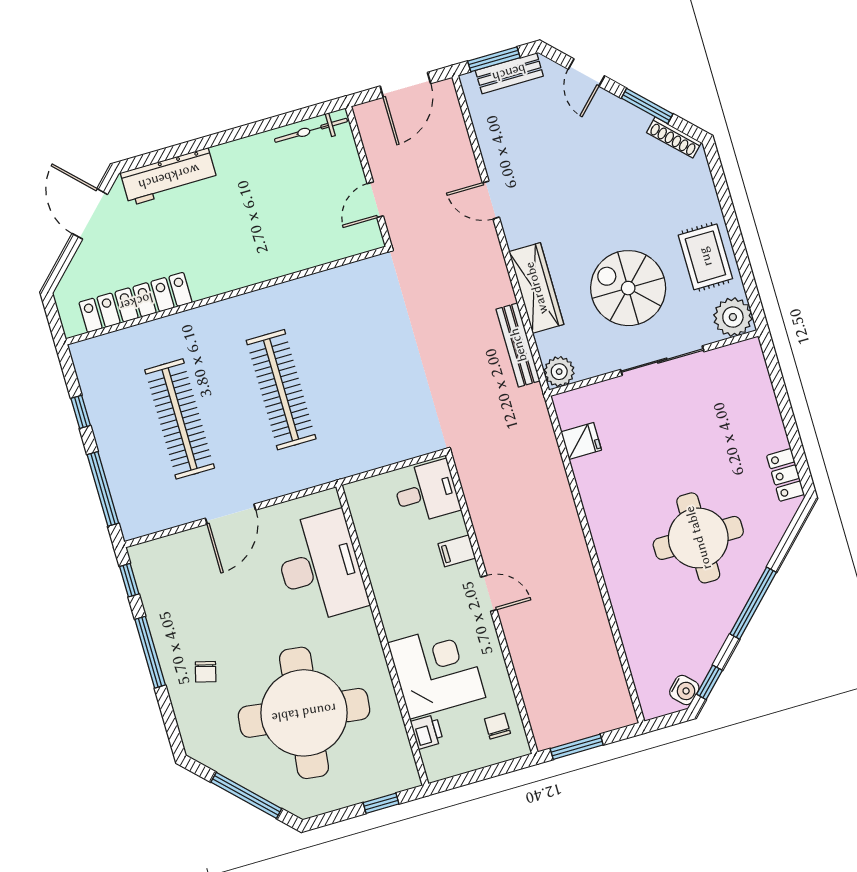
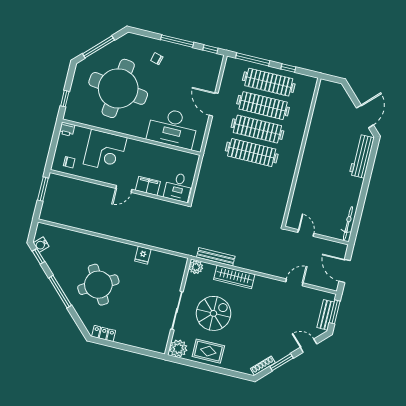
door: (491, 200) -> (294, 282), moved
door: (90, 214) -> (365, 116), hinge flipped
locker: (136, 302) -> (319, 115), removed
clothes rail: (230, 404) -> (257, 129), added
clothes rail: (129, 434) -> (269, 82), added
fridge: (581, 441) -> (143, 255), moved
round table: (698, 538) -> (98, 285), turned -30
filing cabinet: (457, 551) -> (148, 186), width x2.00
printer: (427, 732) -> (67, 129), moved

